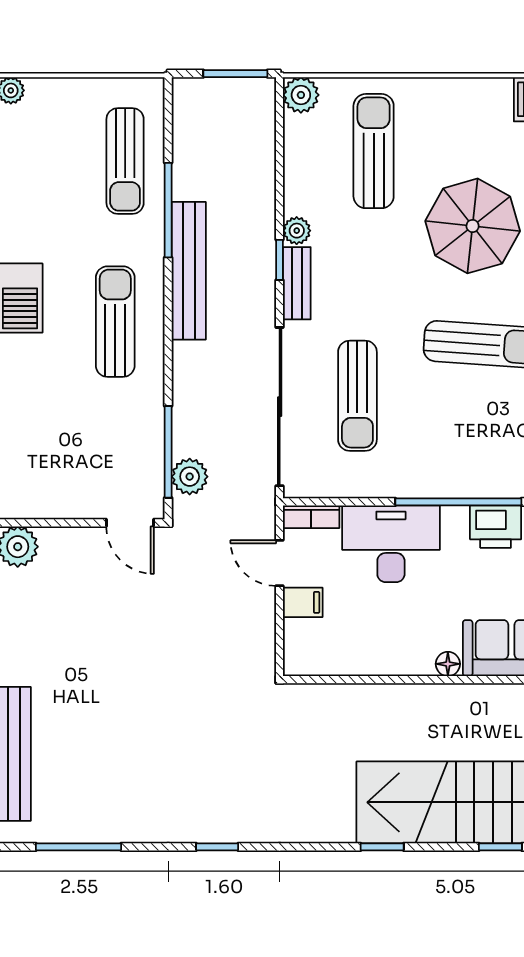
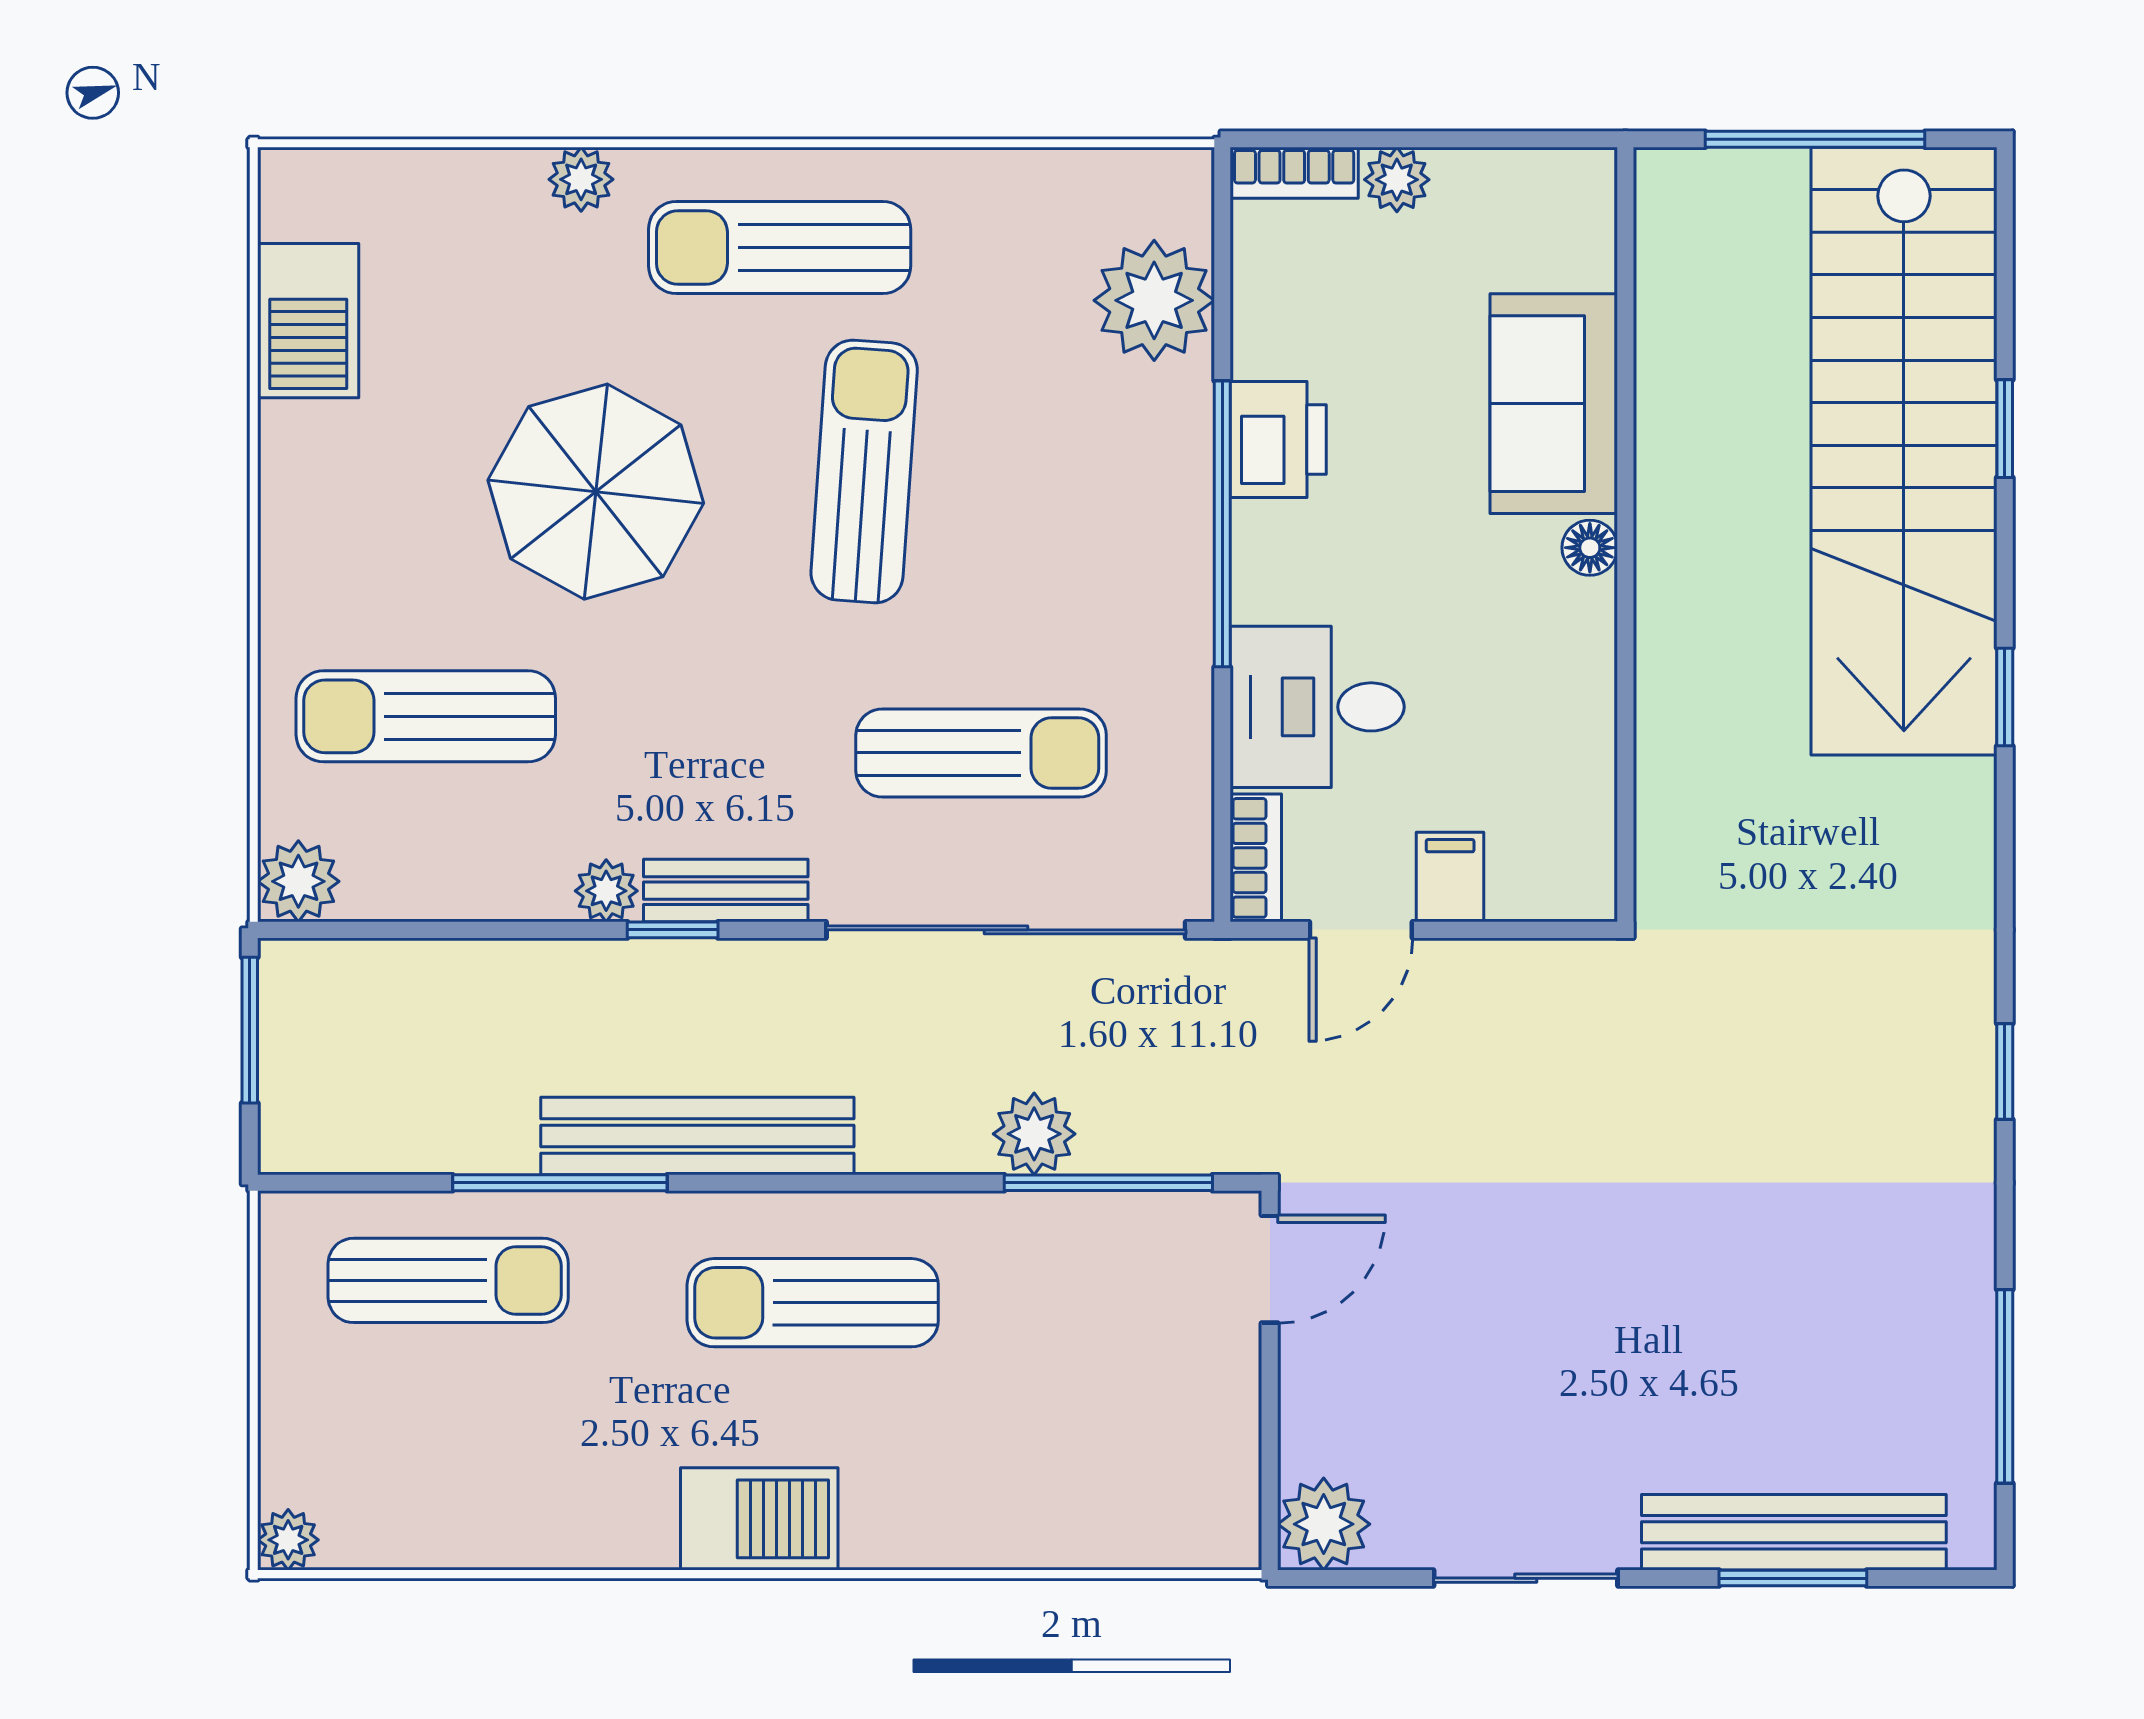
plant: (190, 477) -> (1034, 1134), moved
desk: (391, 544) -> (1317, 707), width x0.73

